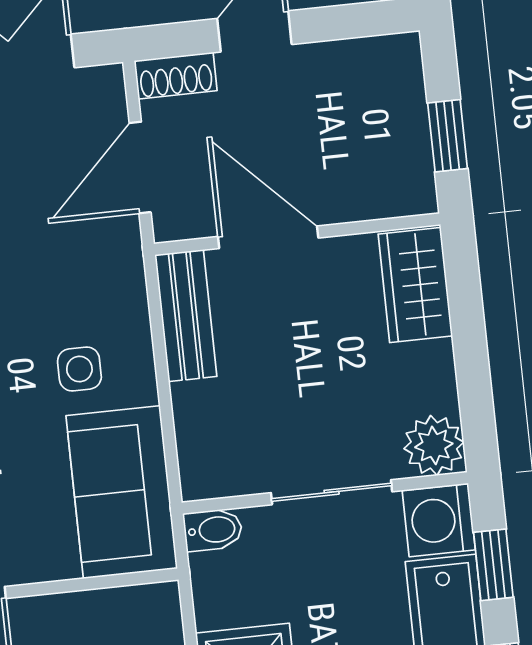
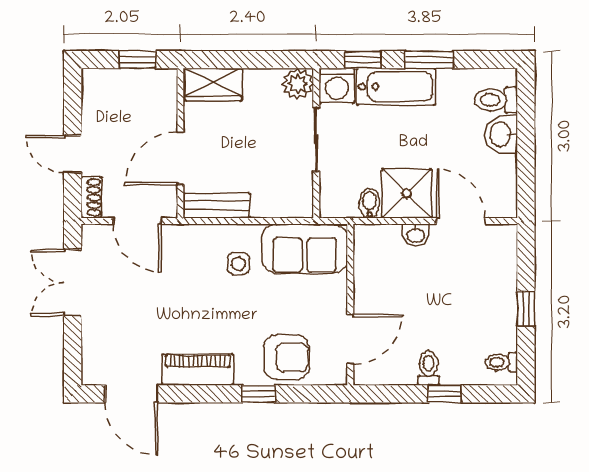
bidet: (213, 530) -> (370, 203), moved

